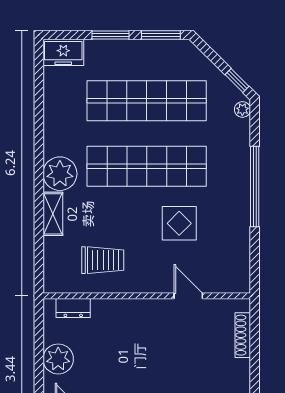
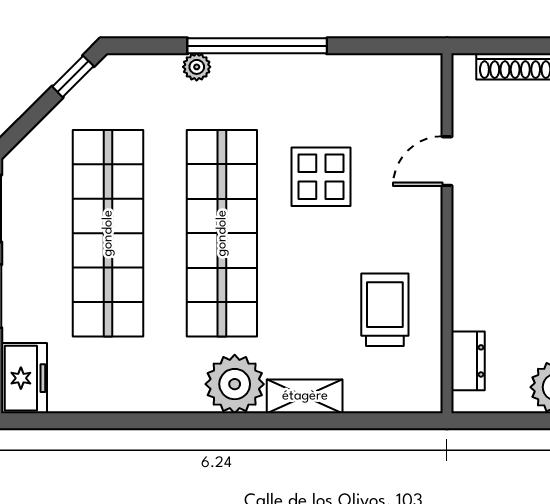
plant: (242, 109) -> (197, 67), moved

